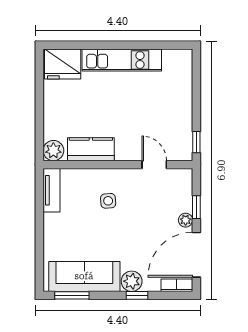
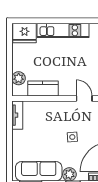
plant: (53, 151) -> (19, 78), moved
side table: (108, 201) -> (72, 137), moved

